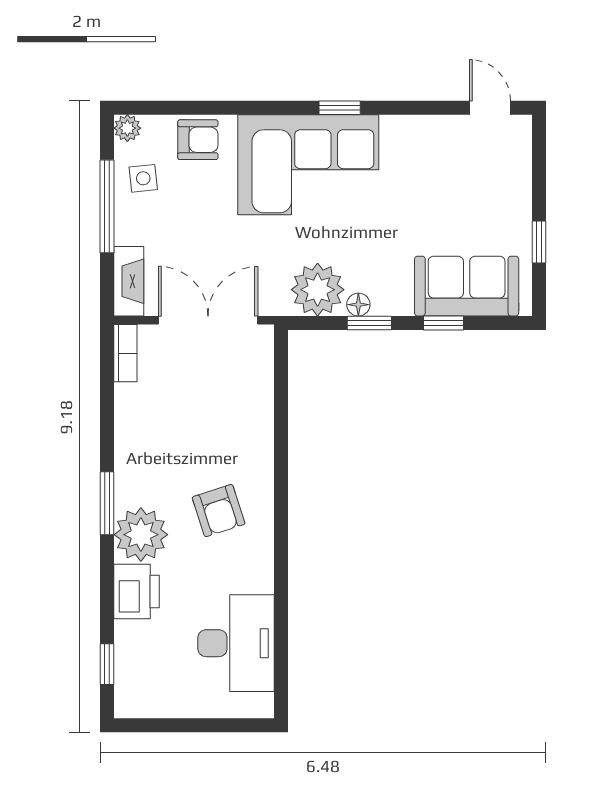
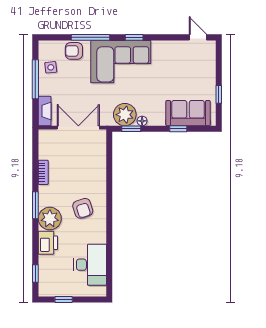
window: (237, 108) -> (90, 37), added
plant: (127, 128) -> (44, 46), removed
armchair: (198, 140) -> (74, 51), turned 180
window: (369, 323) -> (131, 129), moved
bookcase: (125, 353) -> (43, 172), moved
window: (173, 725) -> (64, 299), added

